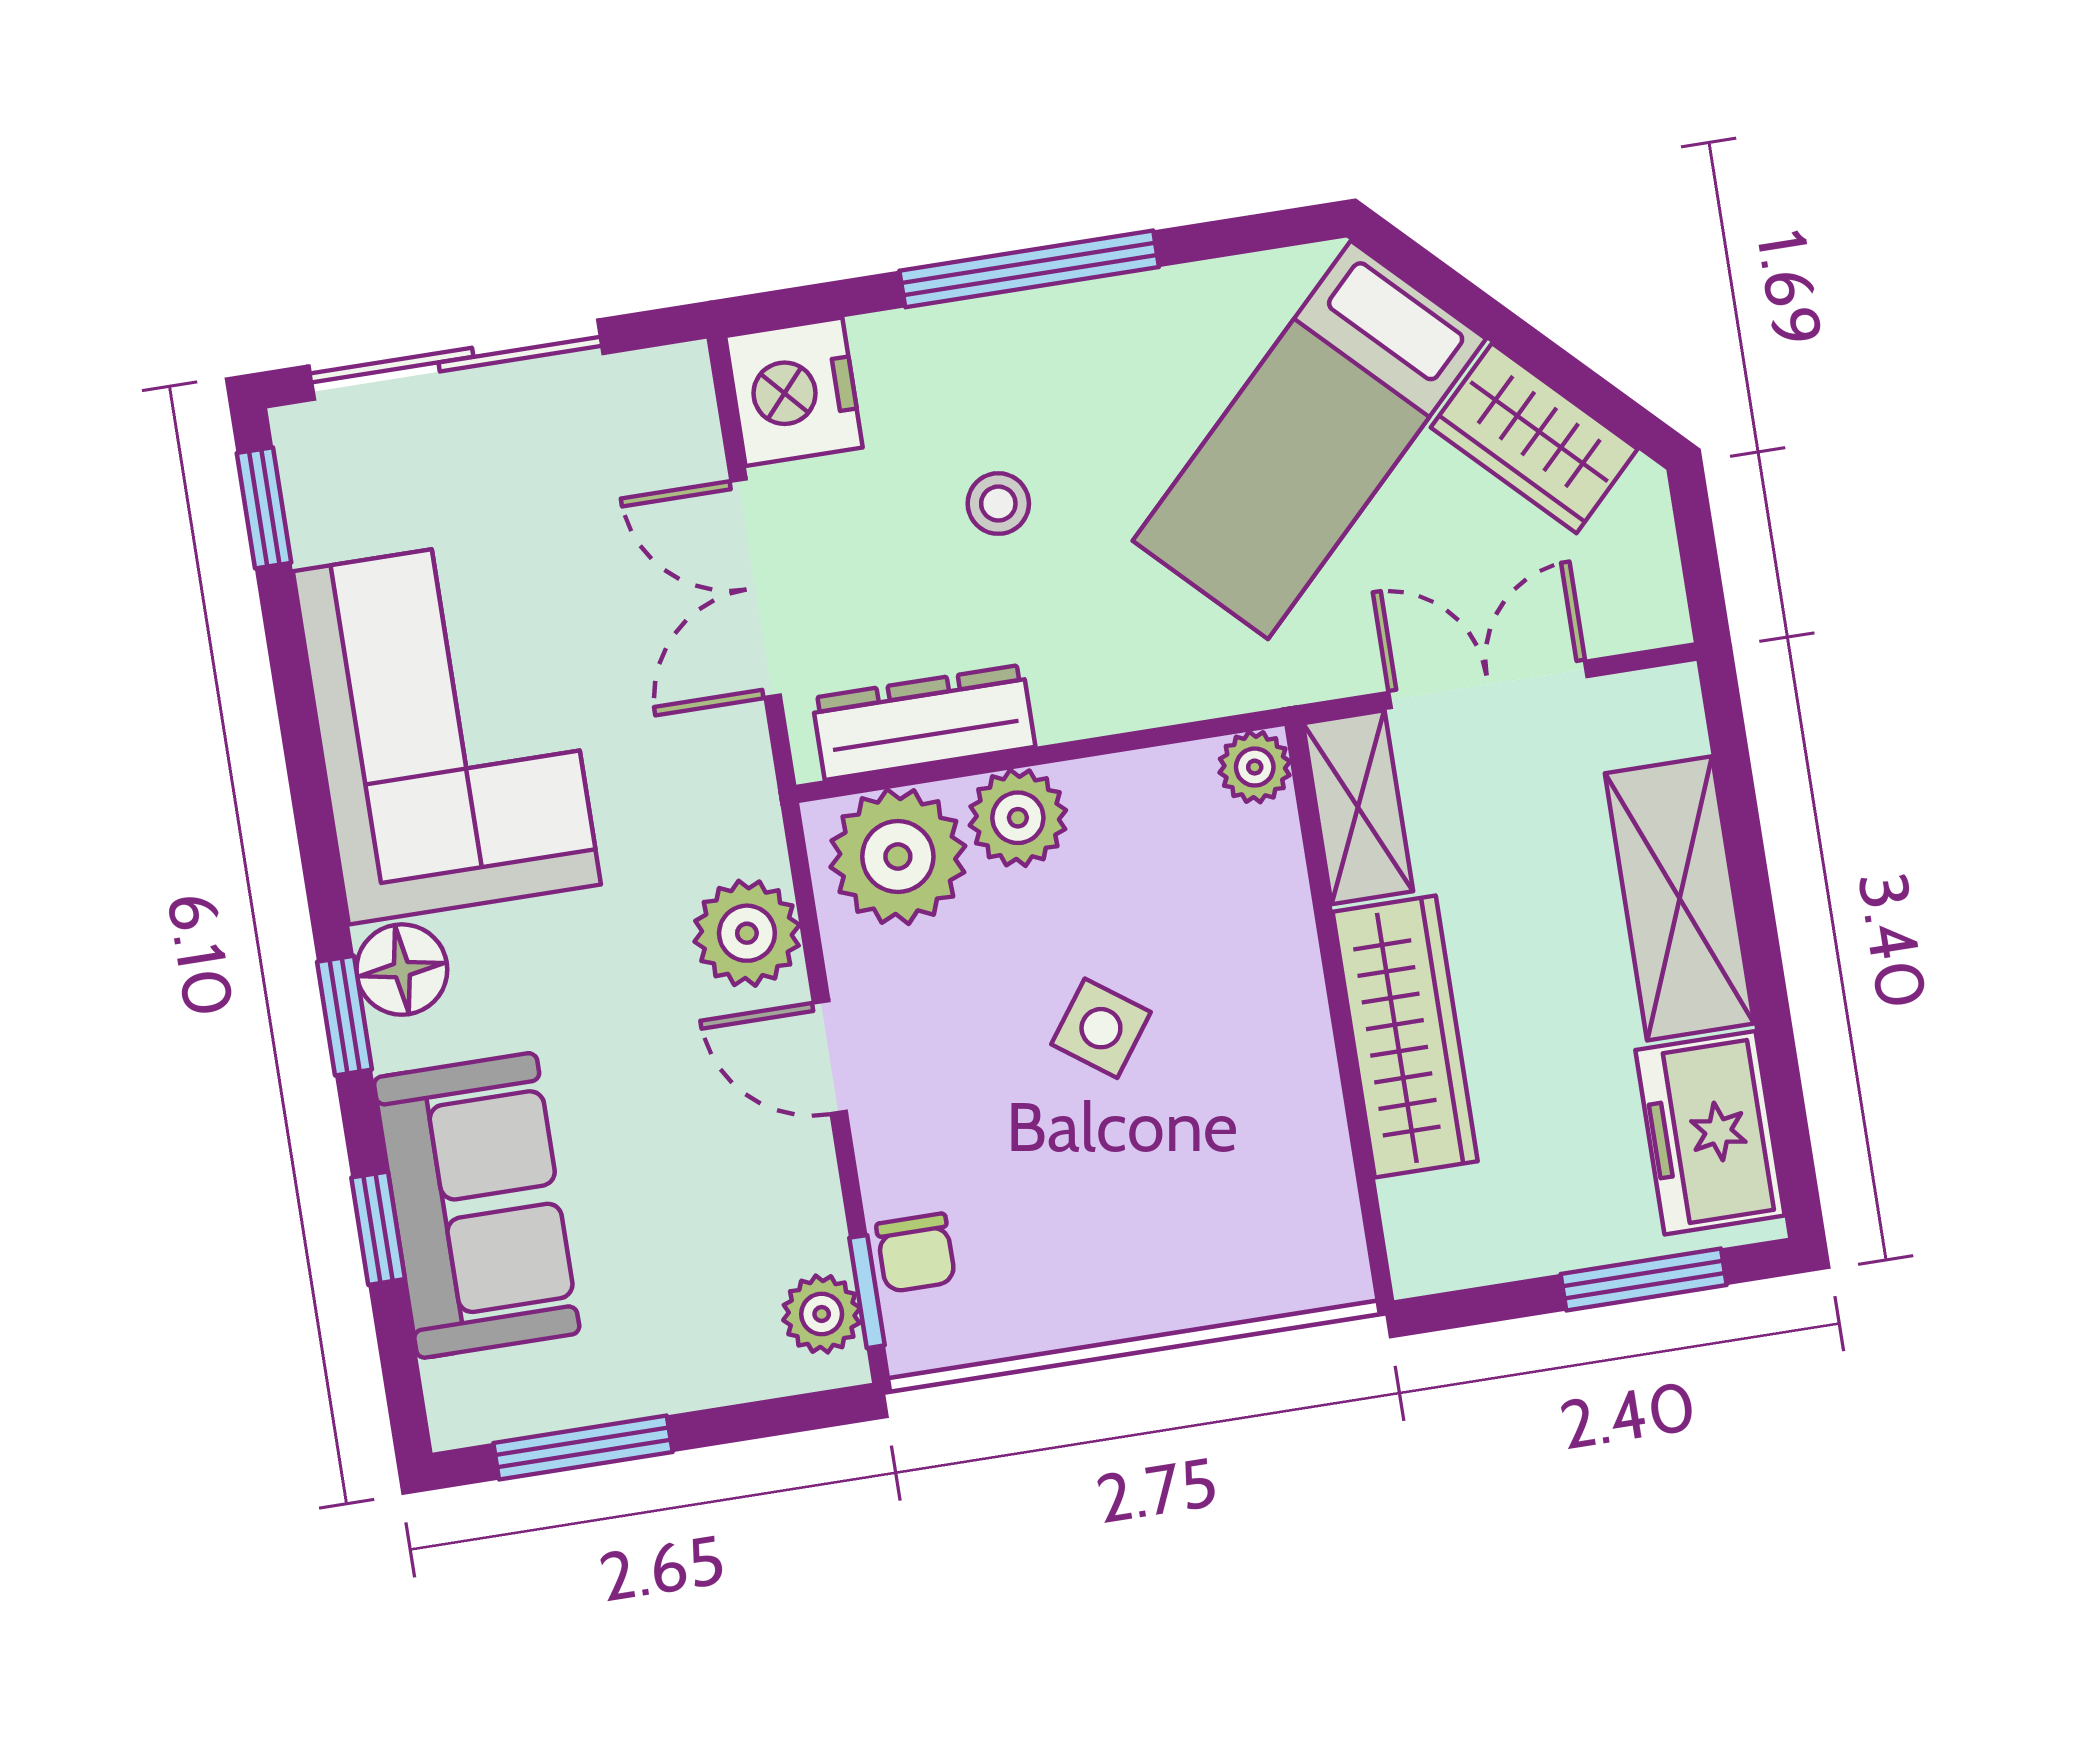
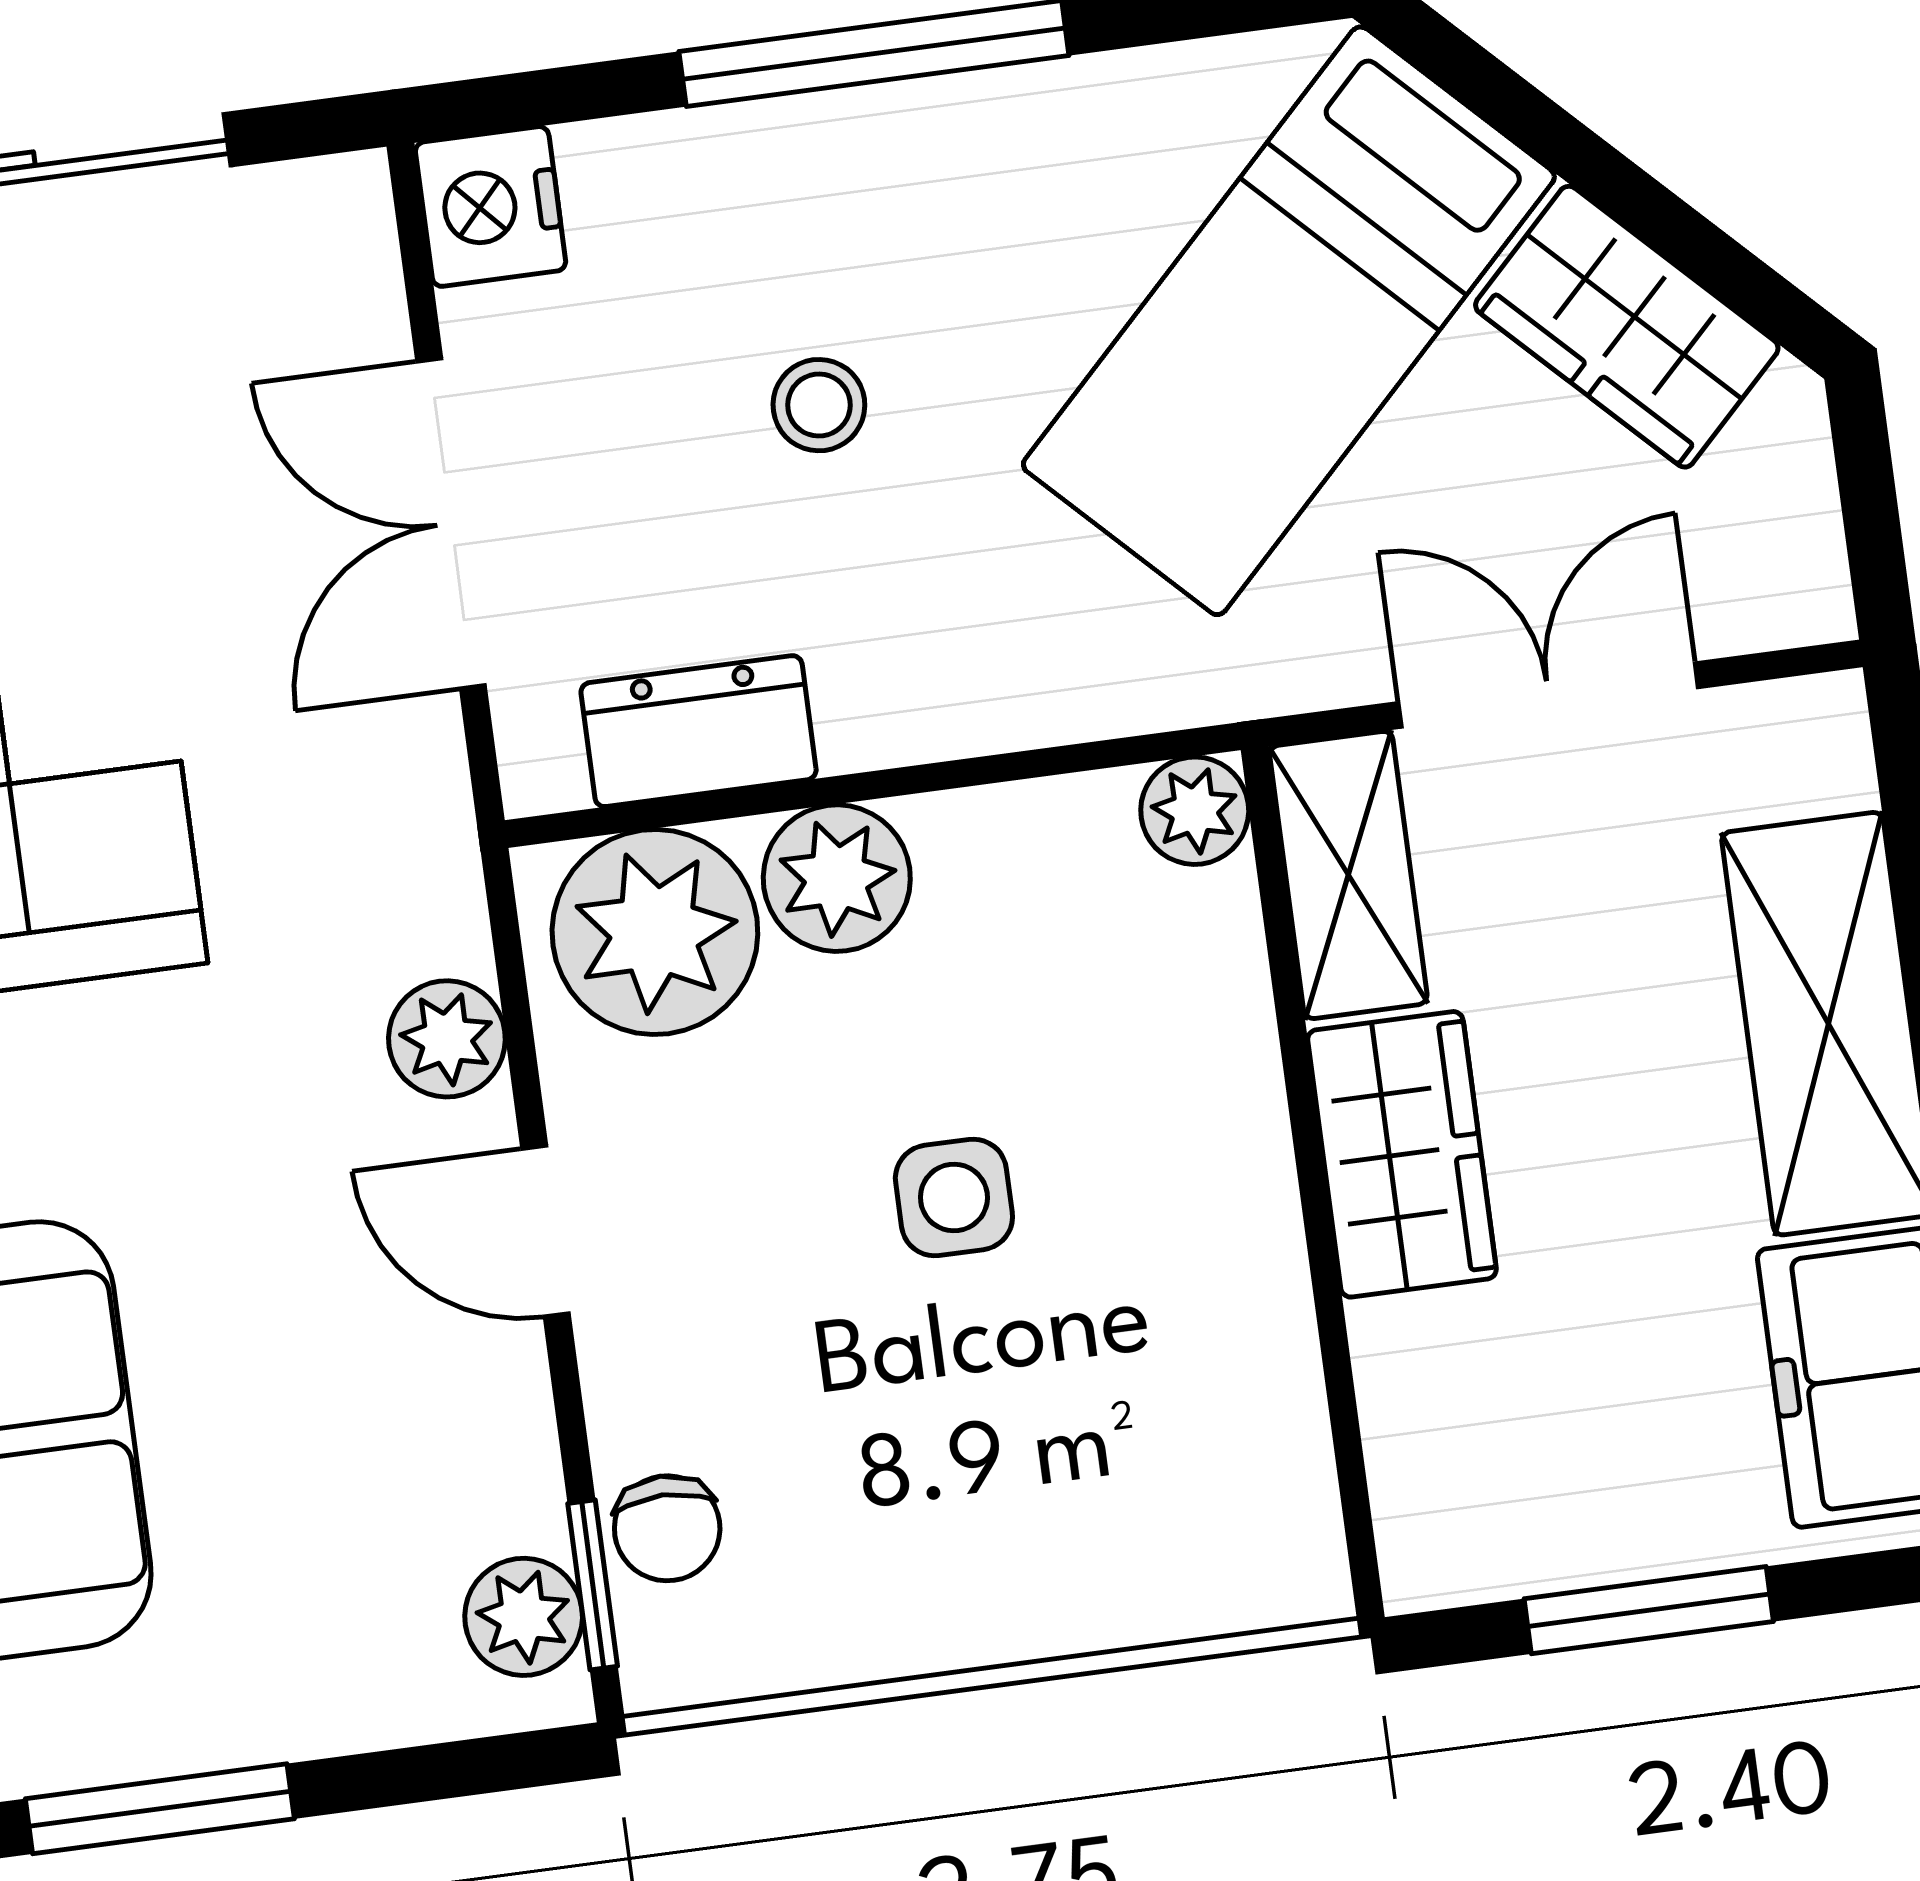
nightstand: (794, 392) -> (491, 206), width x0.74, depth x0.75
dresser: (924, 722) -> (699, 731), width x0.70
plant: (747, 933) -> (447, 1039), width x0.73, depth x0.73
side table: (1101, 1028) -> (954, 1198), turned -36
wardrobe: (1405, 1037) -> (1402, 1154), width x0.67
window: (1644, 1280) -> (1649, 1610), moved

